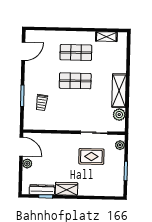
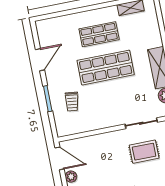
door: (23, 51) -> (40, 60), moved
shop shelf: (75, 81) -> (106, 68), width x1.43, depth x1.36

